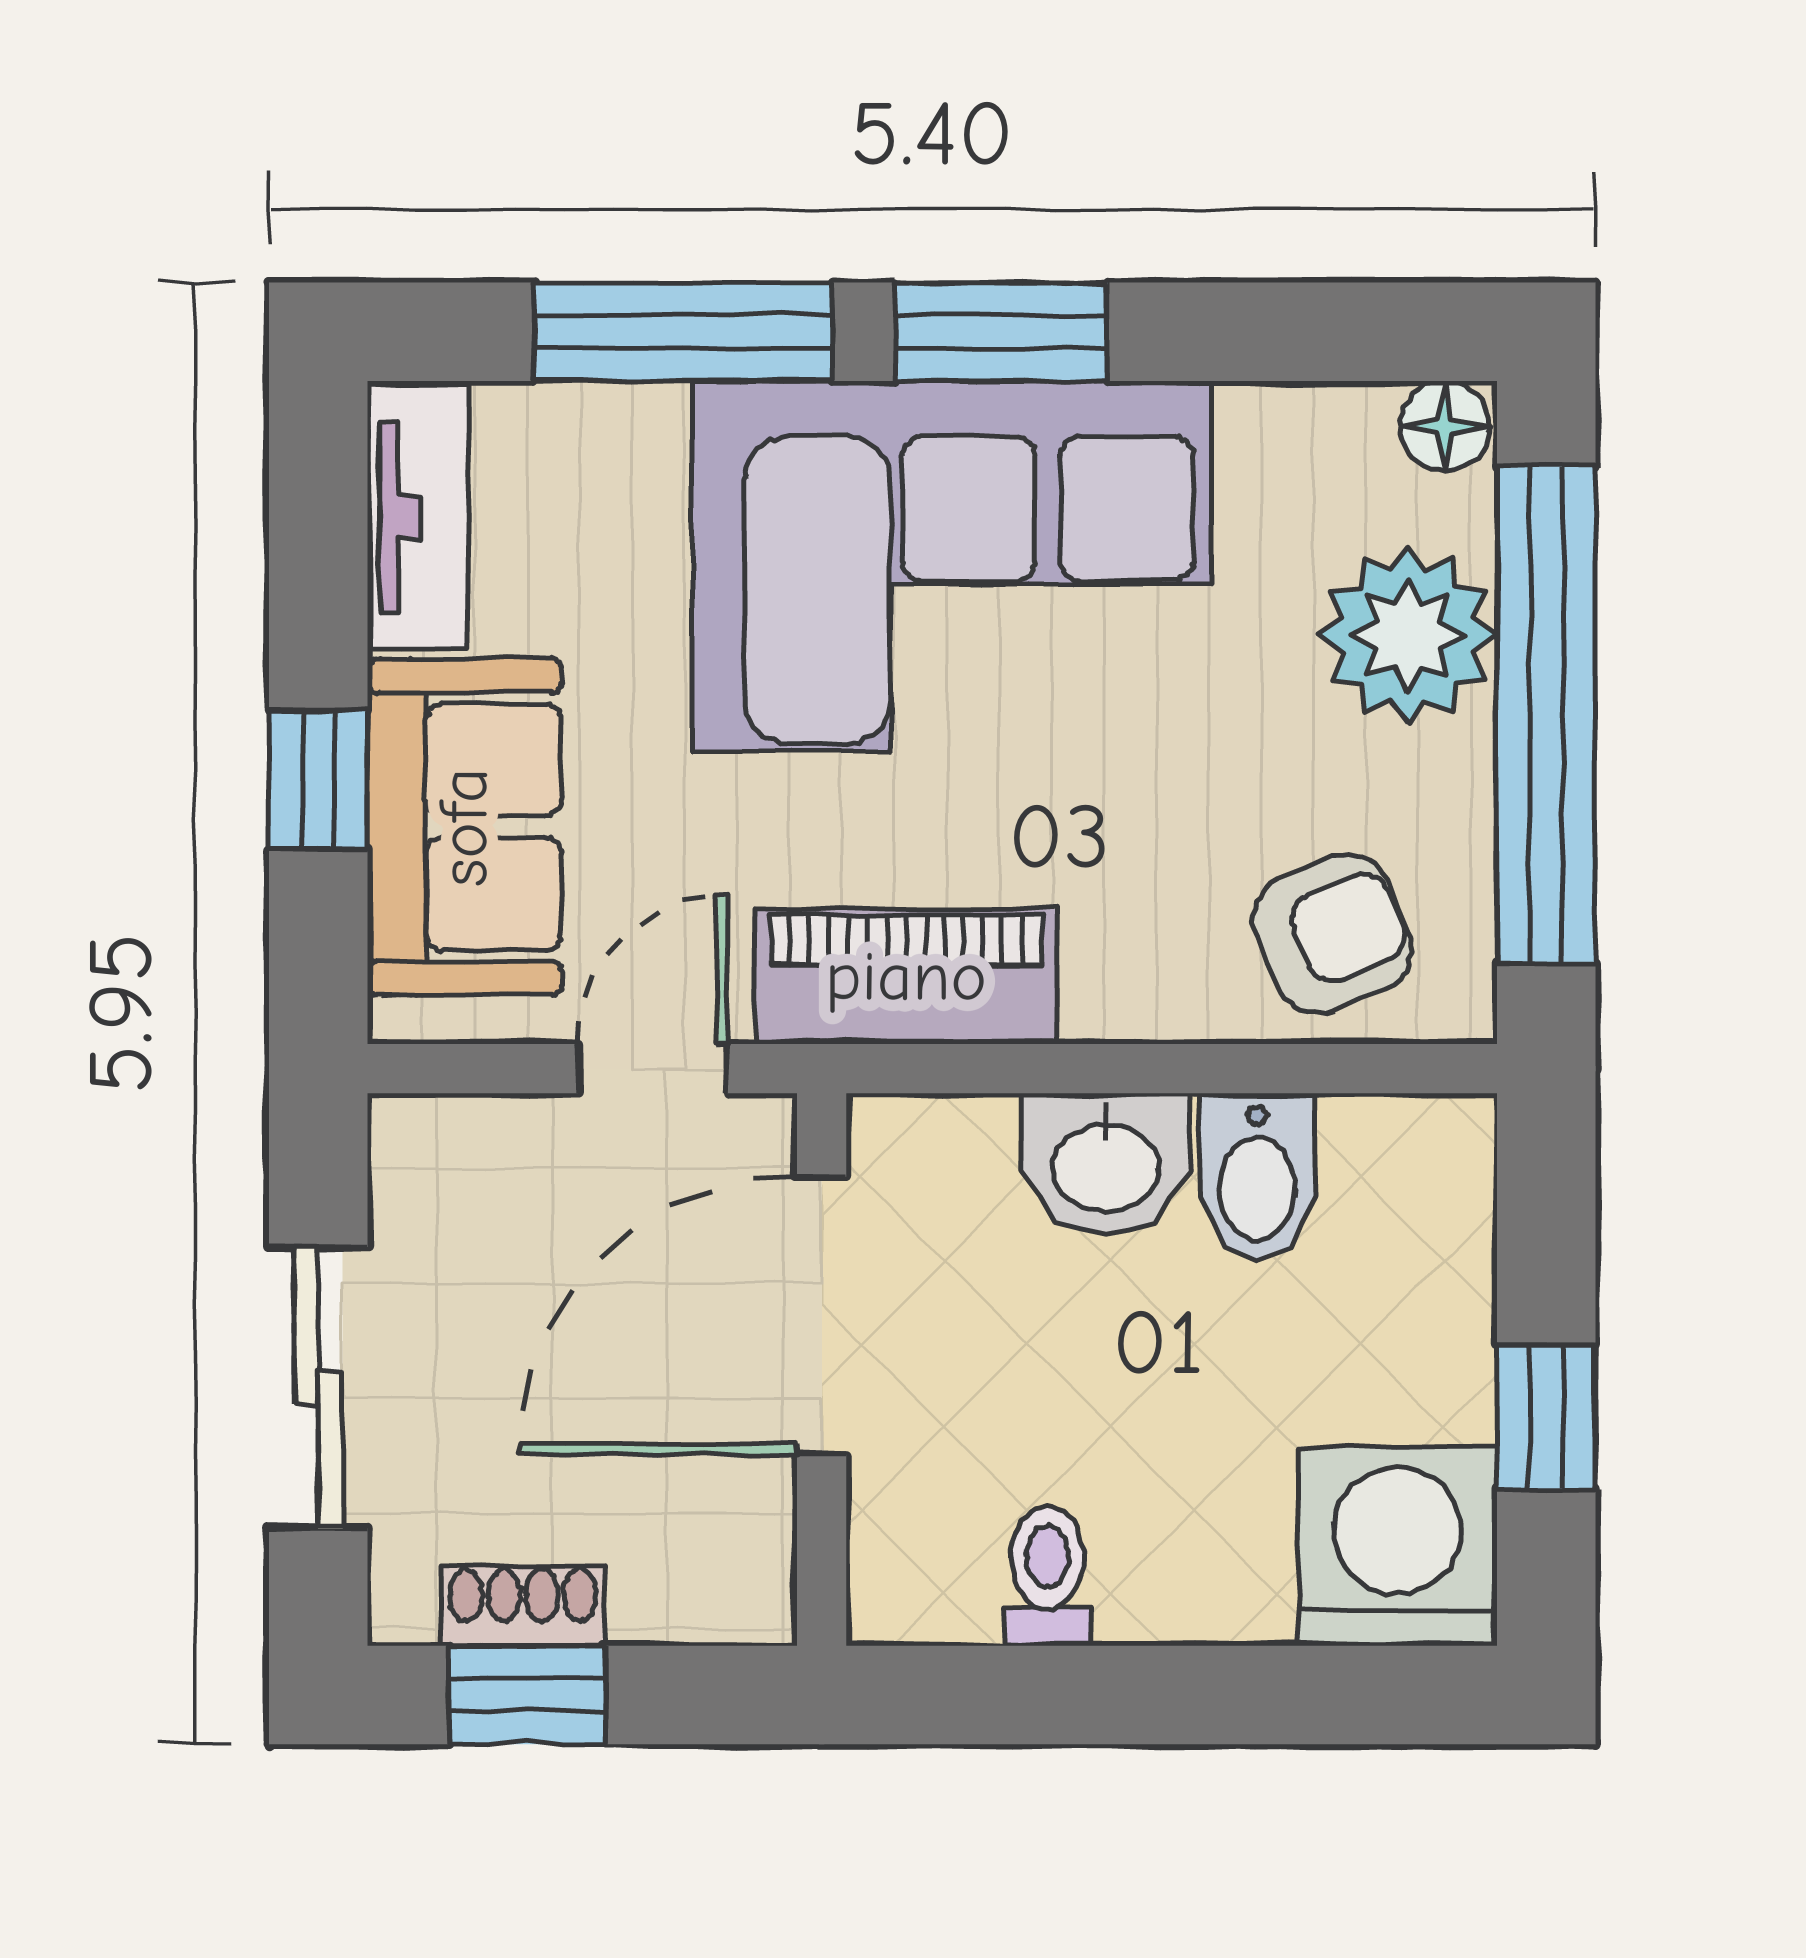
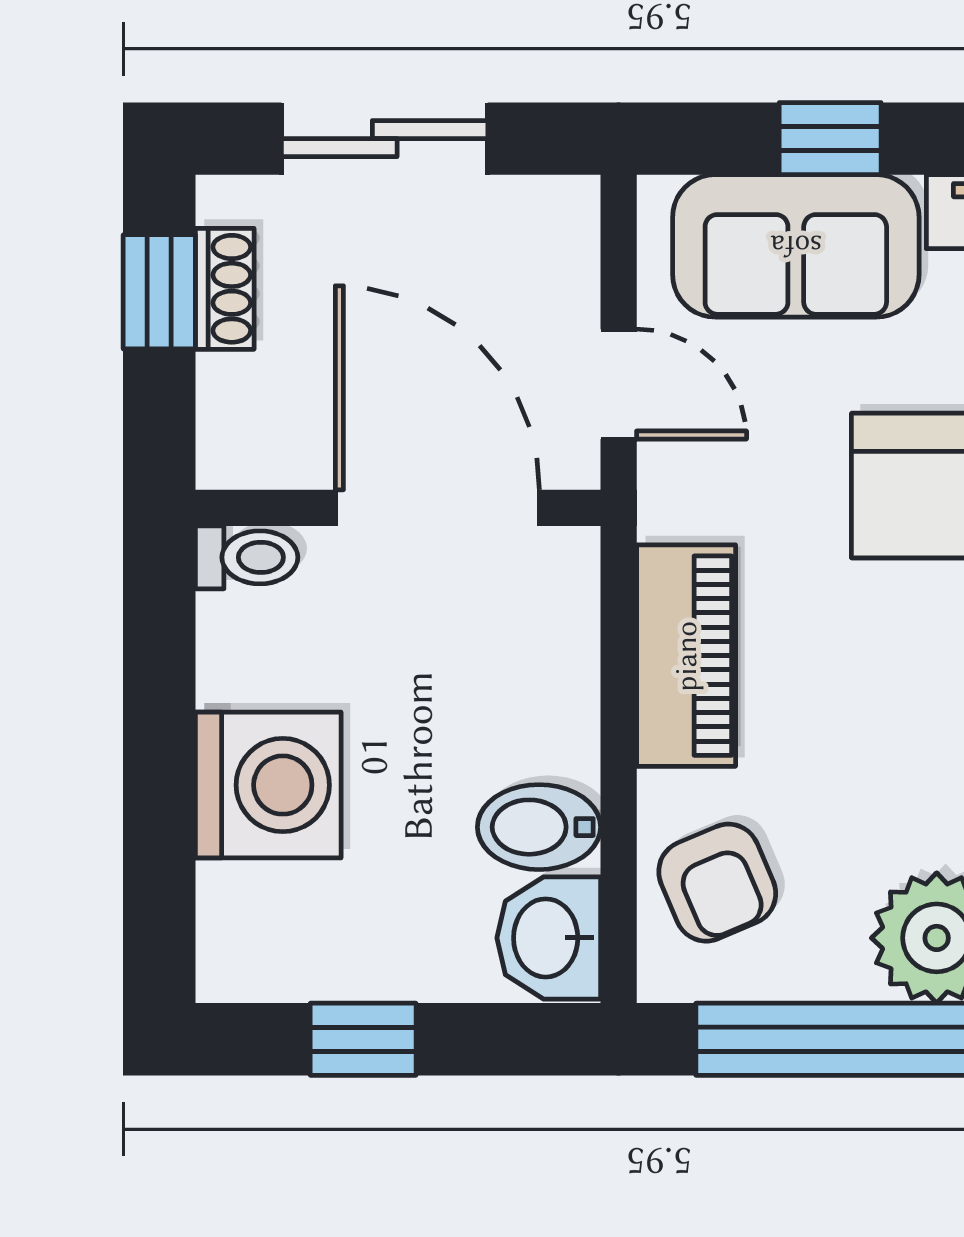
piano: (906, 977) -> (686, 656), moved
washbasin: (1106, 1164) -> (549, 938), moved
washing machine: (1398, 1546) -> (268, 785), moved
toilet: (1047, 1576) -> (247, 557), moved

